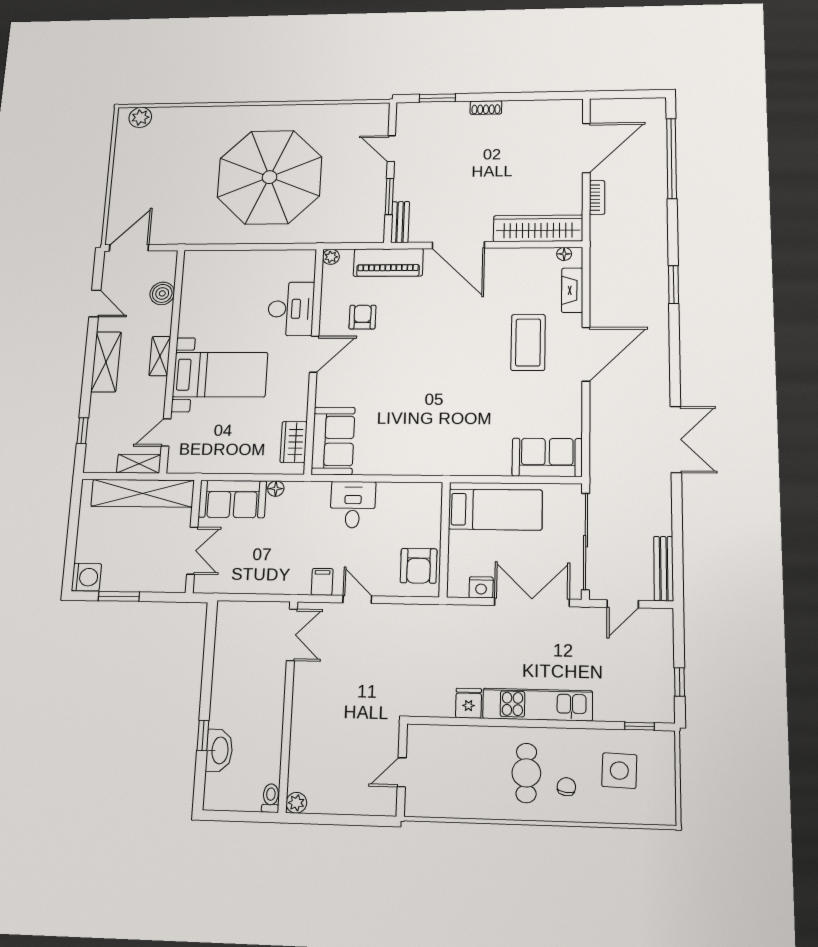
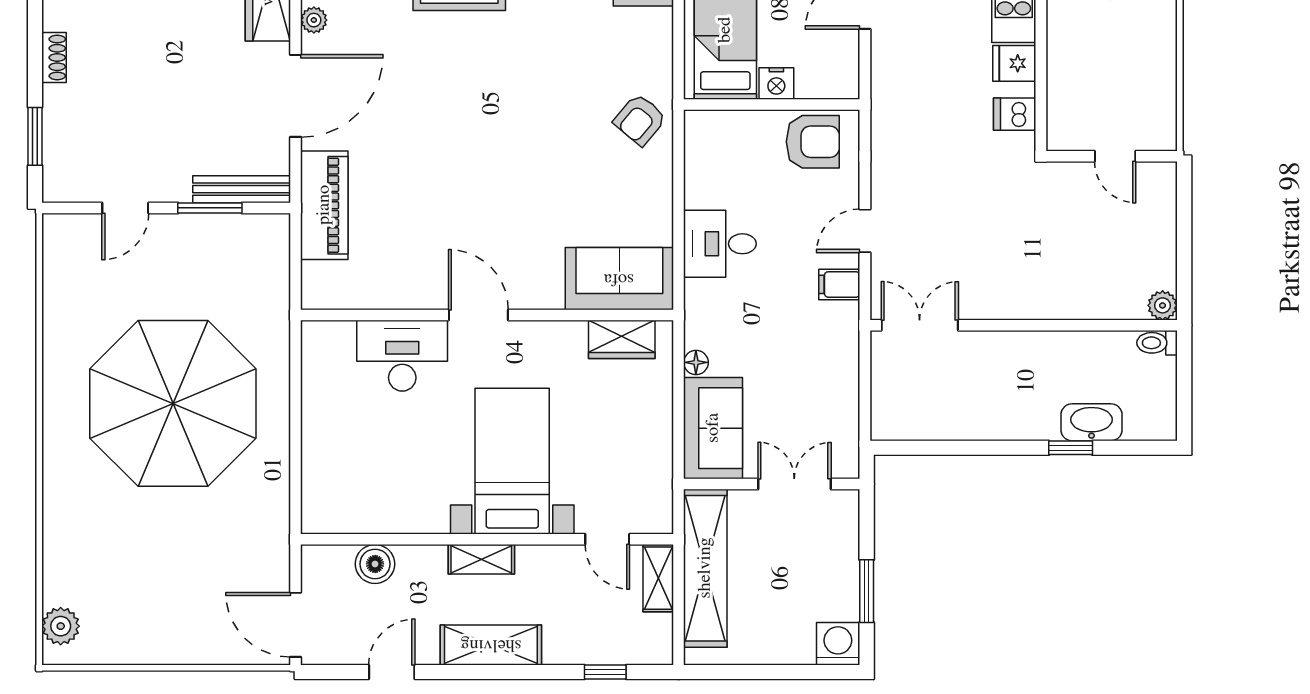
bench: (400, 222) -> (242, 189), width x1.36
plant: (331, 257) -> (314, 20), moved
armchair: (362, 317) -> (640, 120), moved, turned -50
nightstand: (481, 587) -> (776, 83), moved, turned 90
dishwasher: (433, 703) -> (1015, 114), added

